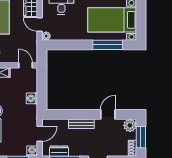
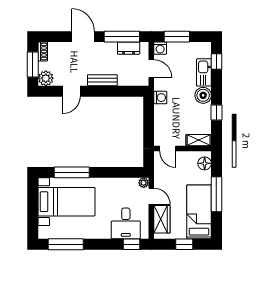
washing machine: (32, 98) -> (160, 98), moved
door: (40, 134) -> (151, 69), swing flipped

